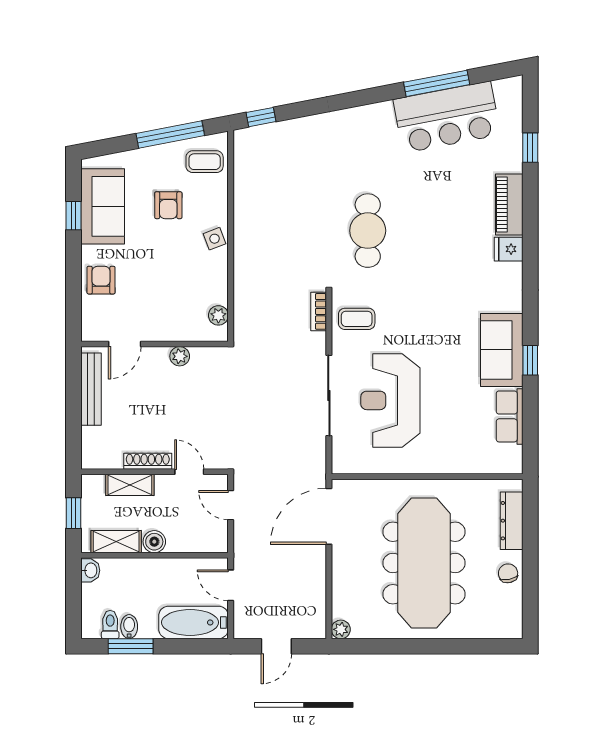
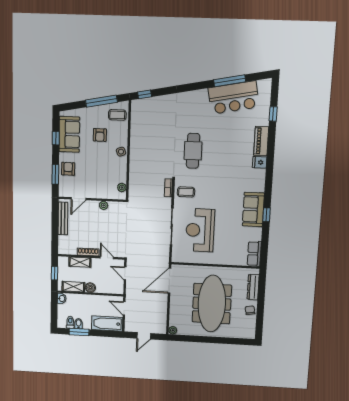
window: (73, 293) -> (55, 174), added
row of seats: (510, 416) -> (254, 254), moved

